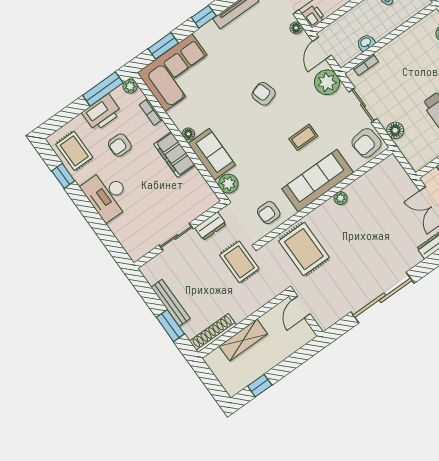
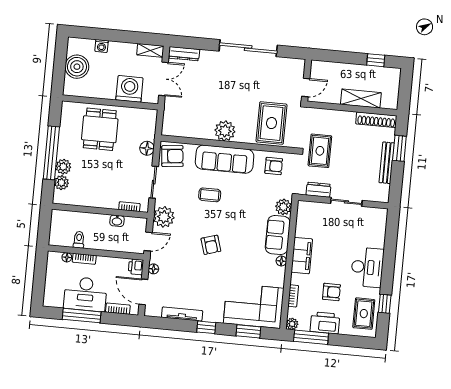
plant: (341, 198) -> (225, 131), width x1.87, depth x1.87

